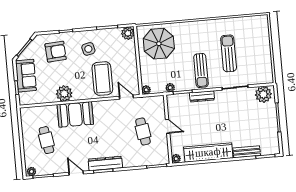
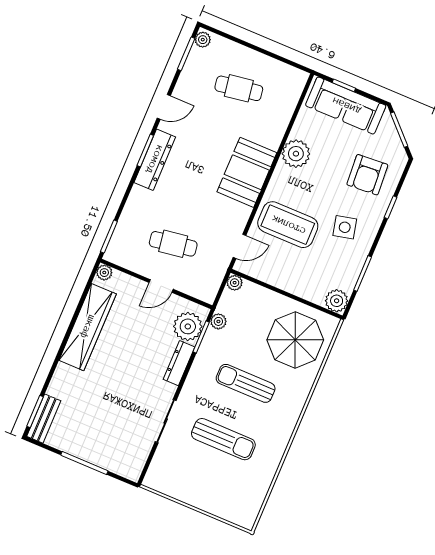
sun lounger: (201, 71) -> (246, 383), moved
sofa: (26, 76) -> (346, 106), width x1.36
plant: (263, 94) -> (188, 326), moved
booth: (75, 114) -> (247, 172), moved
bench: (247, 152) -> (44, 419), moved

